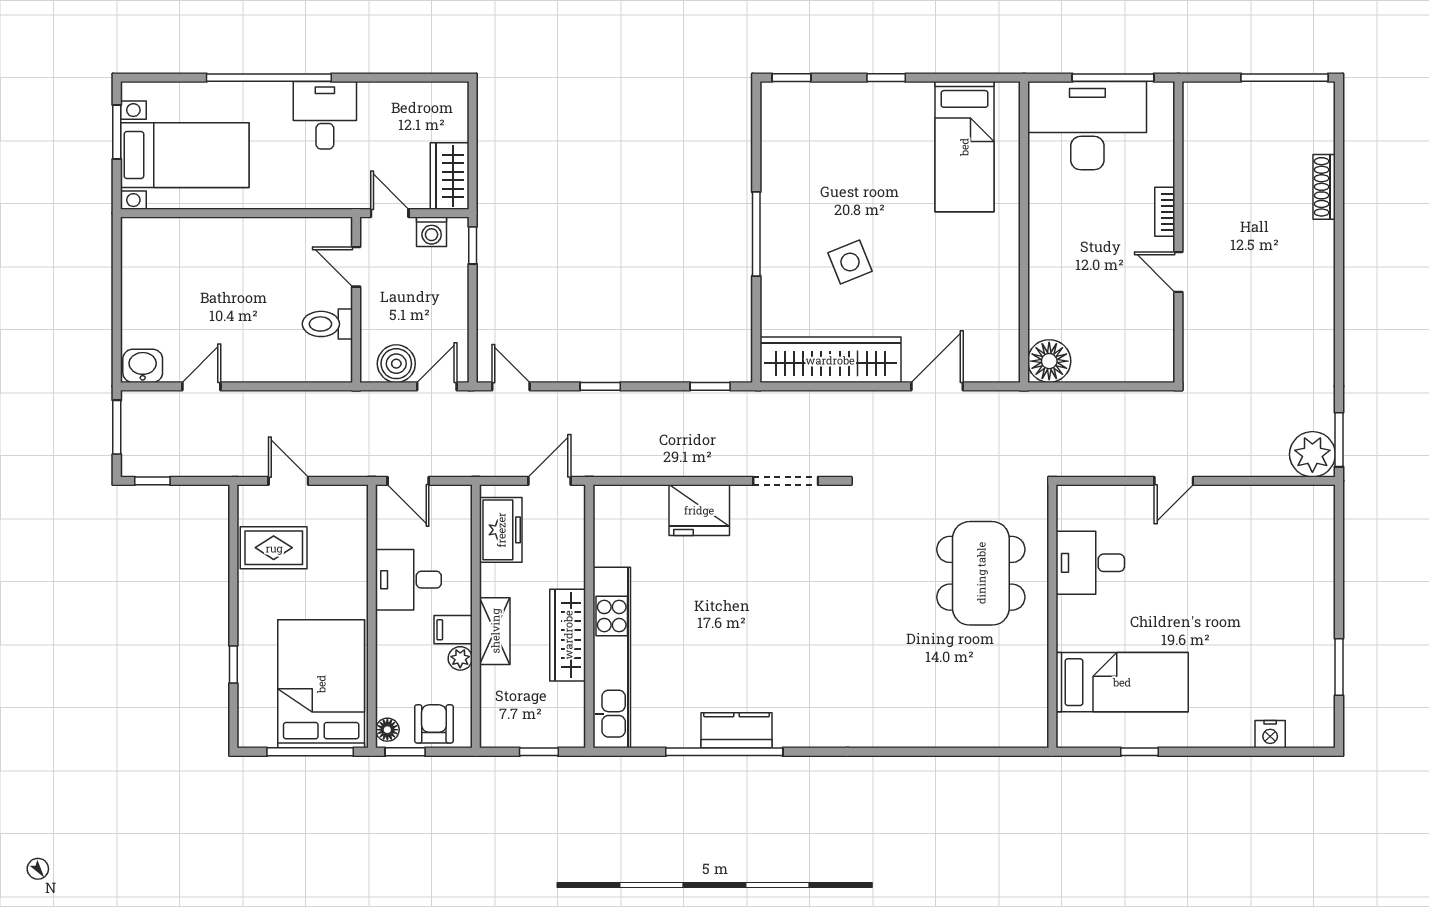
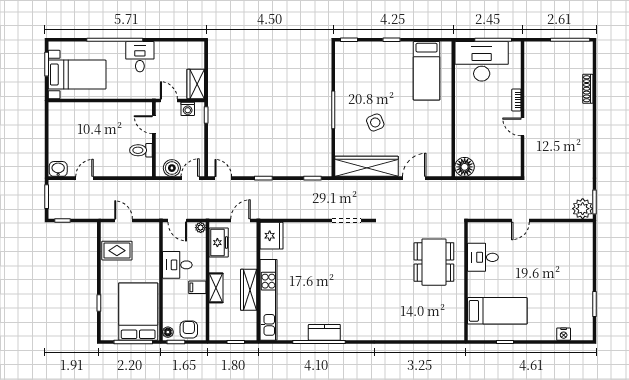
fridge: (699, 510) -> (272, 236), moved, turned -90
plant: (460, 658) -> (201, 228), moved

